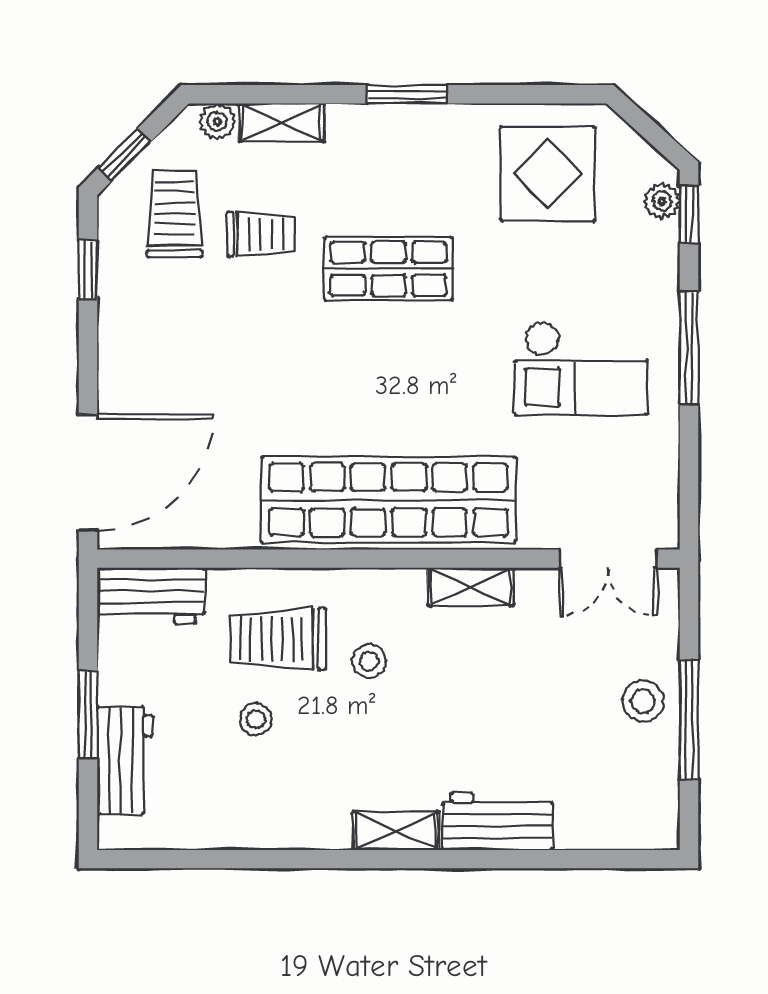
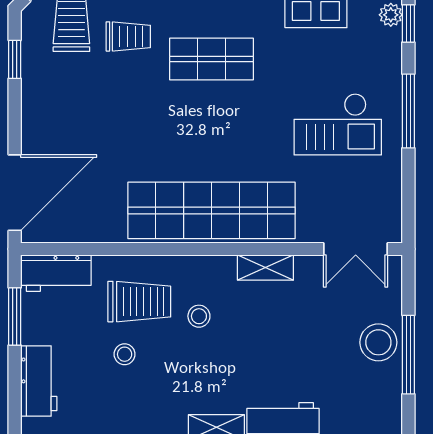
trolley: (278, 639) -> (139, 302), turned 180
stool: (643, 701) -> (378, 342), width x1.38, depth x1.38
window: (88, 714) -> (15, 317), moved

